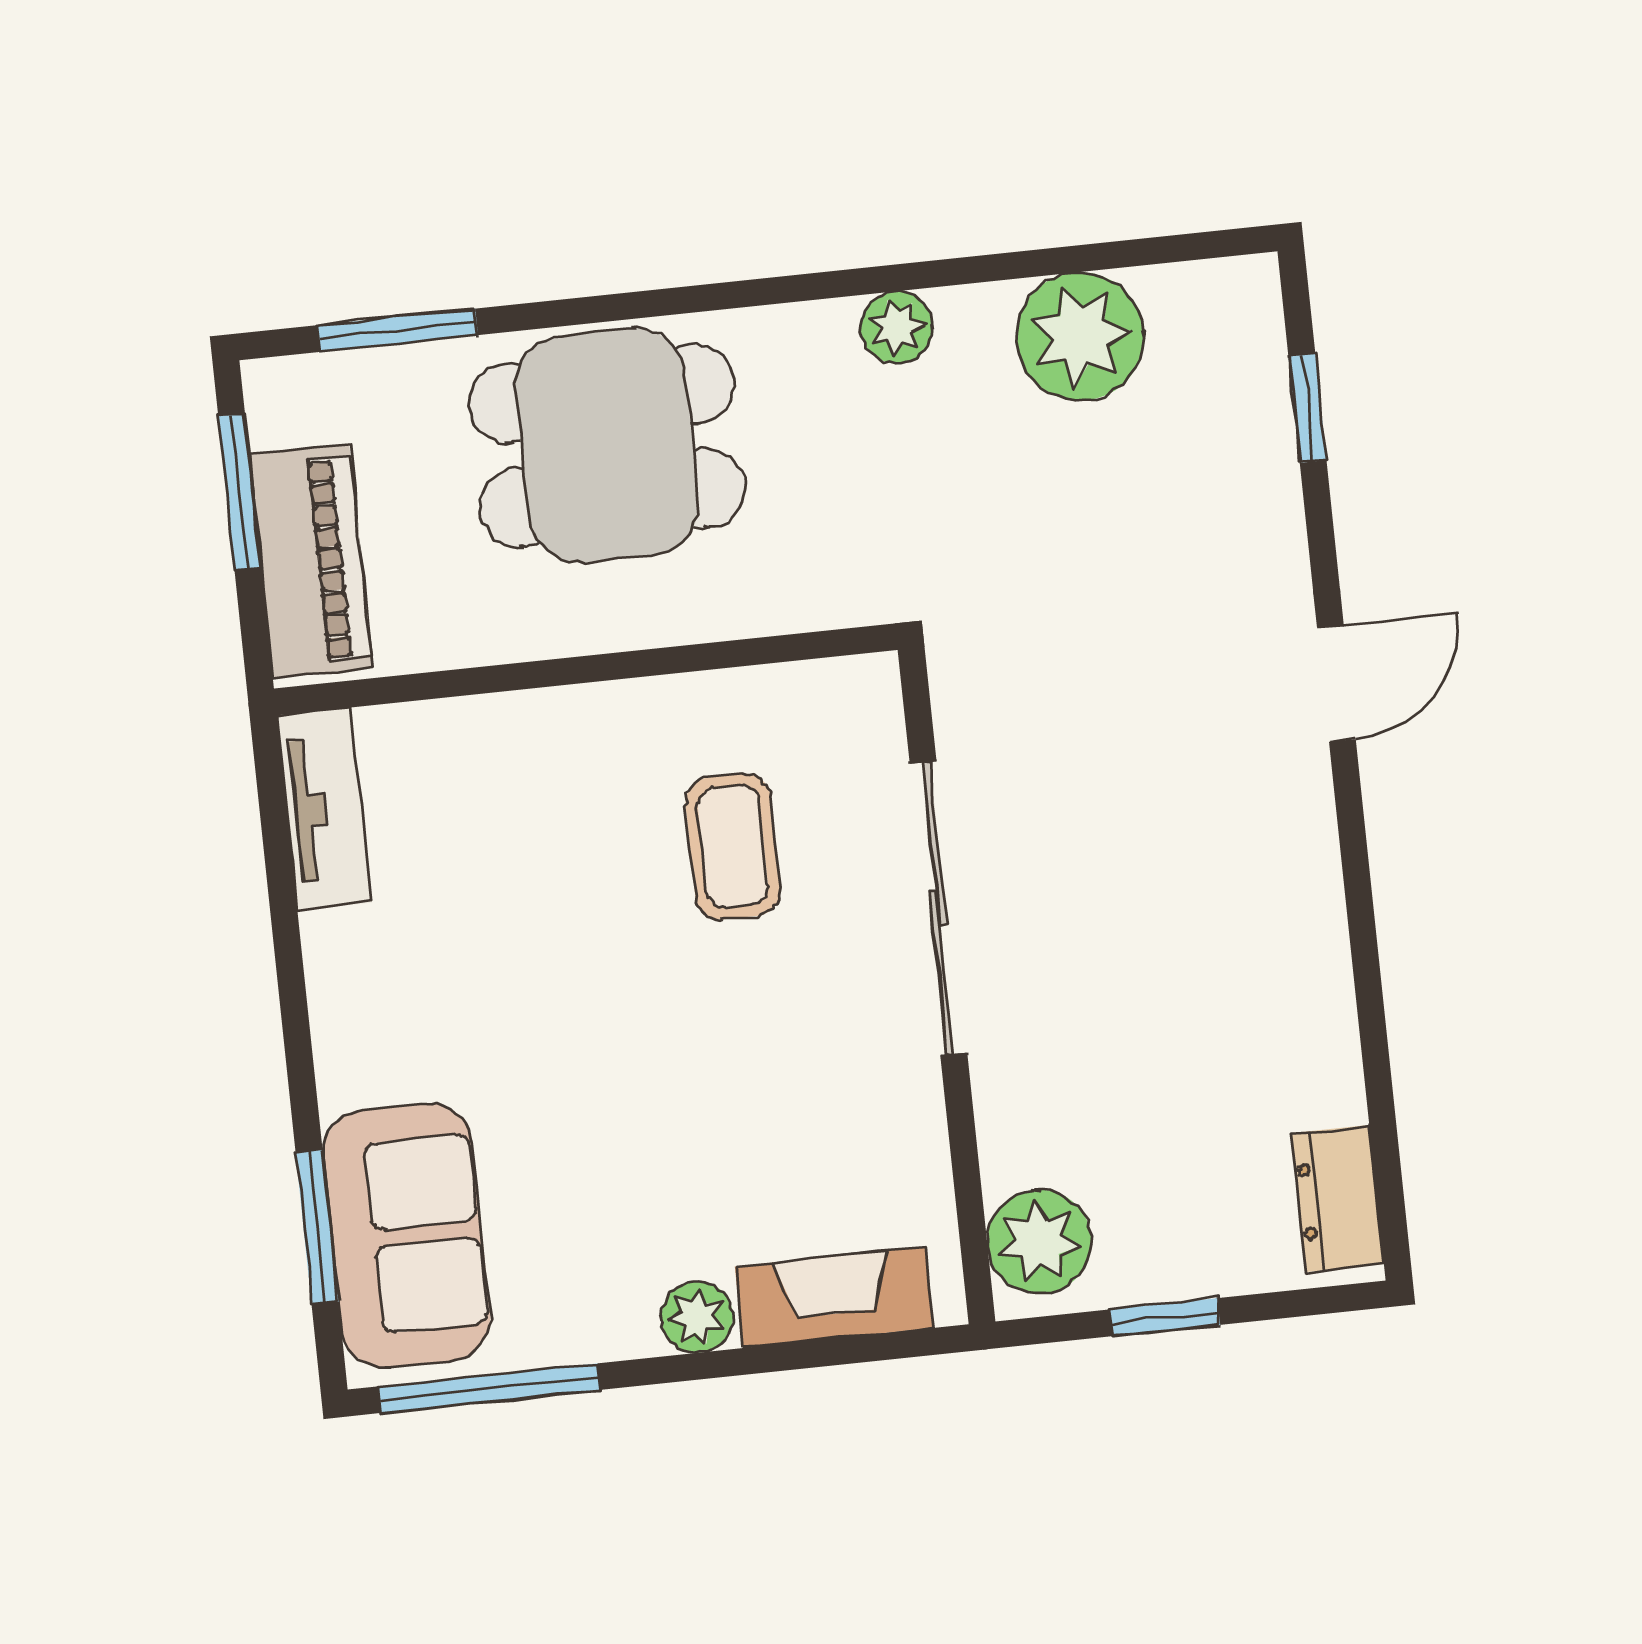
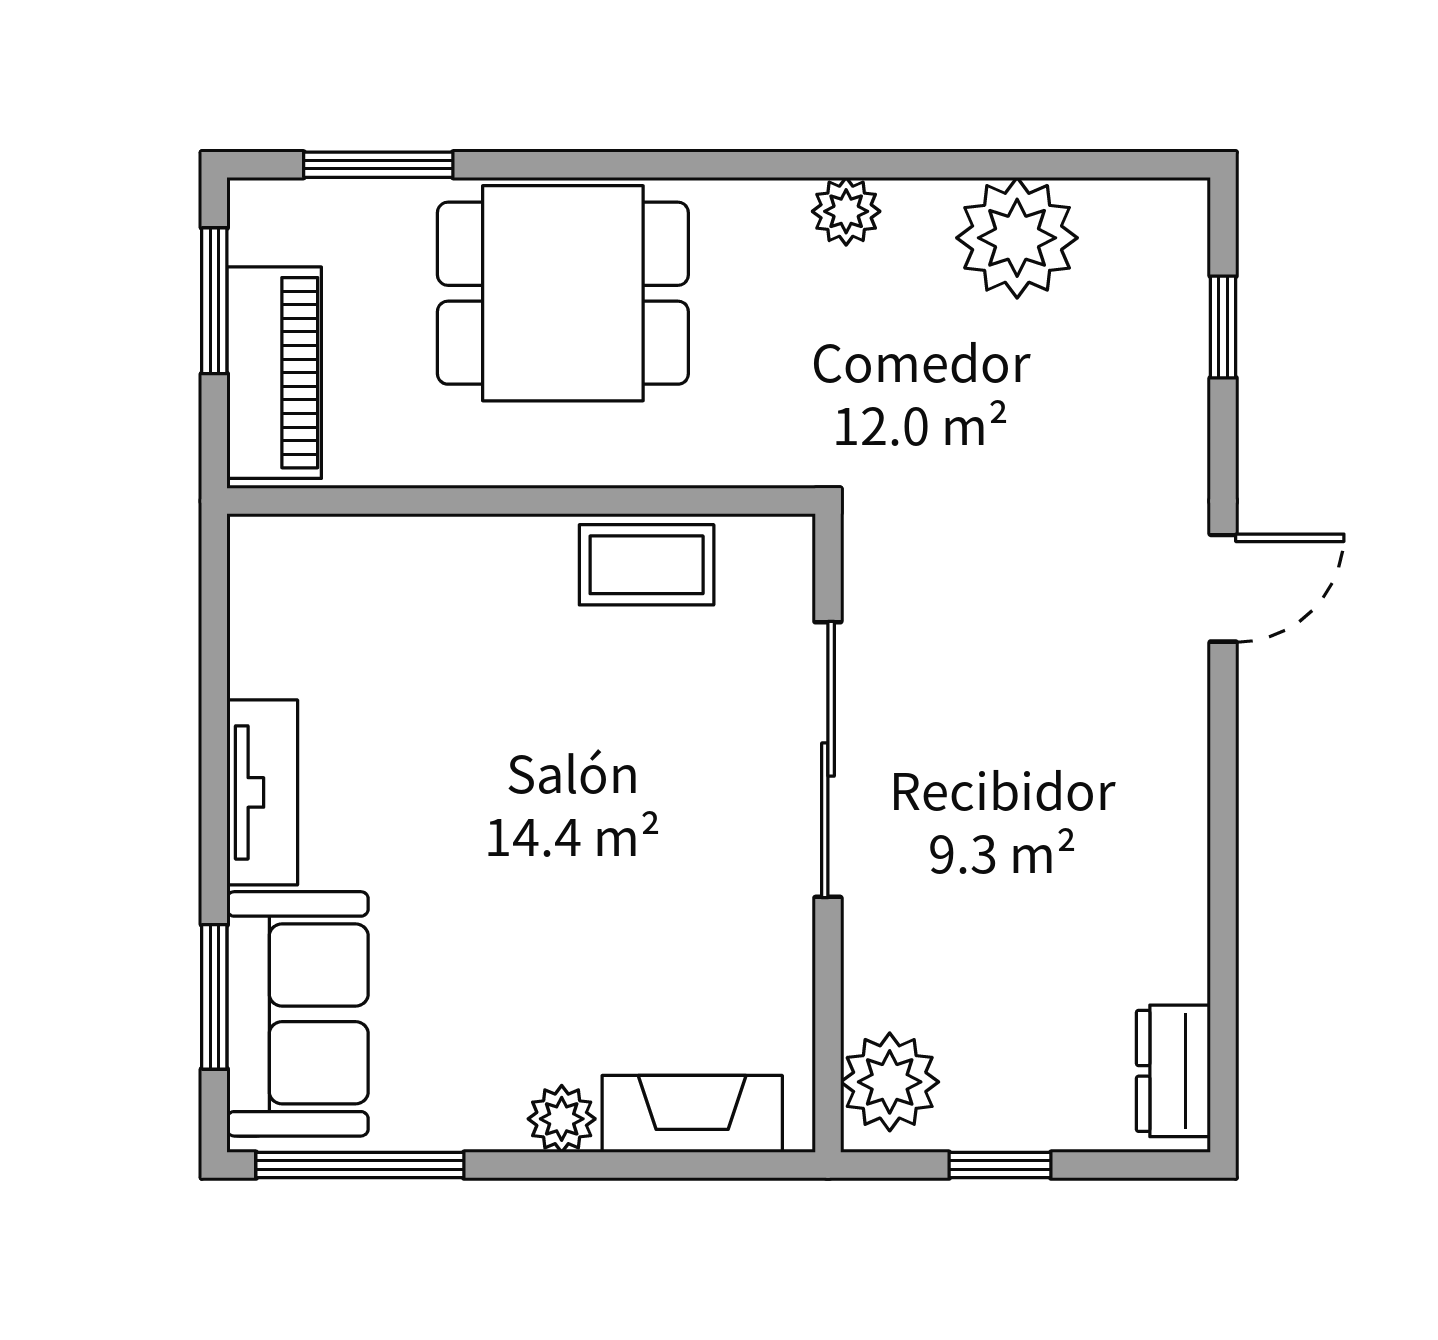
tv unit: (324, 809) -> (262, 792), moved
coffee table: (733, 847) -> (647, 565), moved, turned 90

